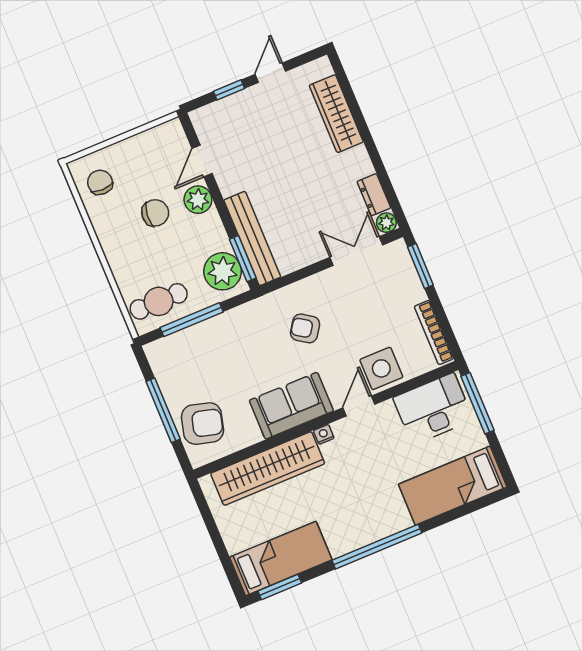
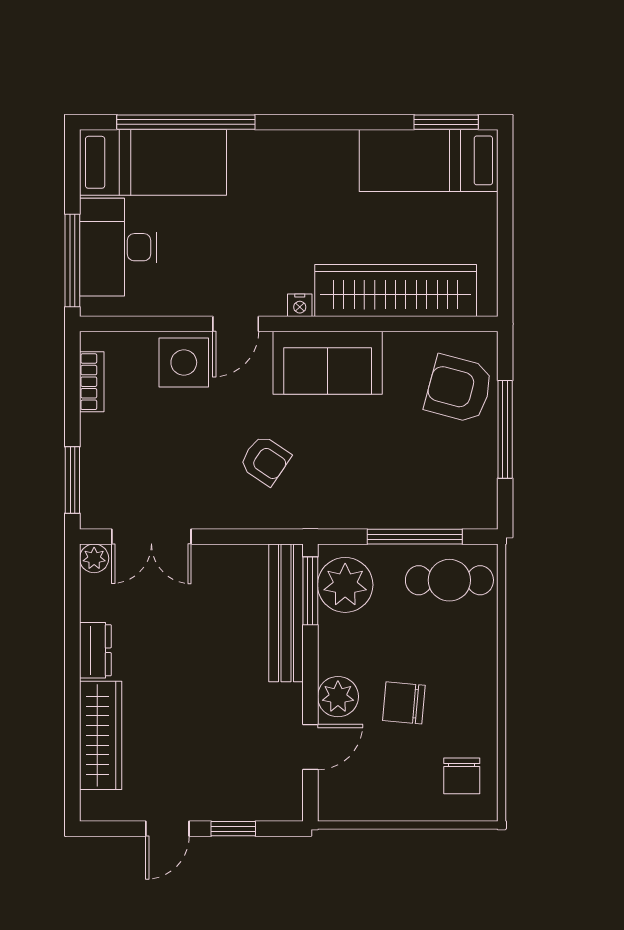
dresser: (374, 195) -> (95, 650), moved
bookcase: (434, 332) -> (92, 382), width x0.64
desk: (433, 409) -> (118, 247), moved, turned 90
window: (377, 547) -> (186, 122), moved

